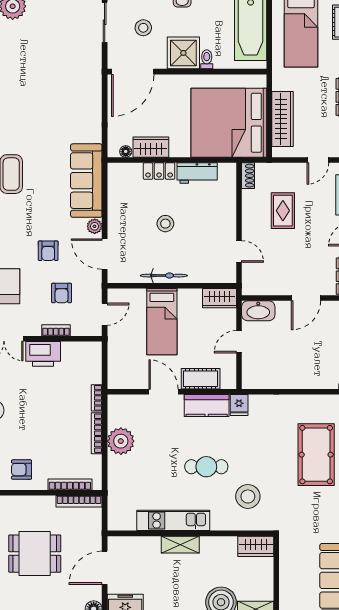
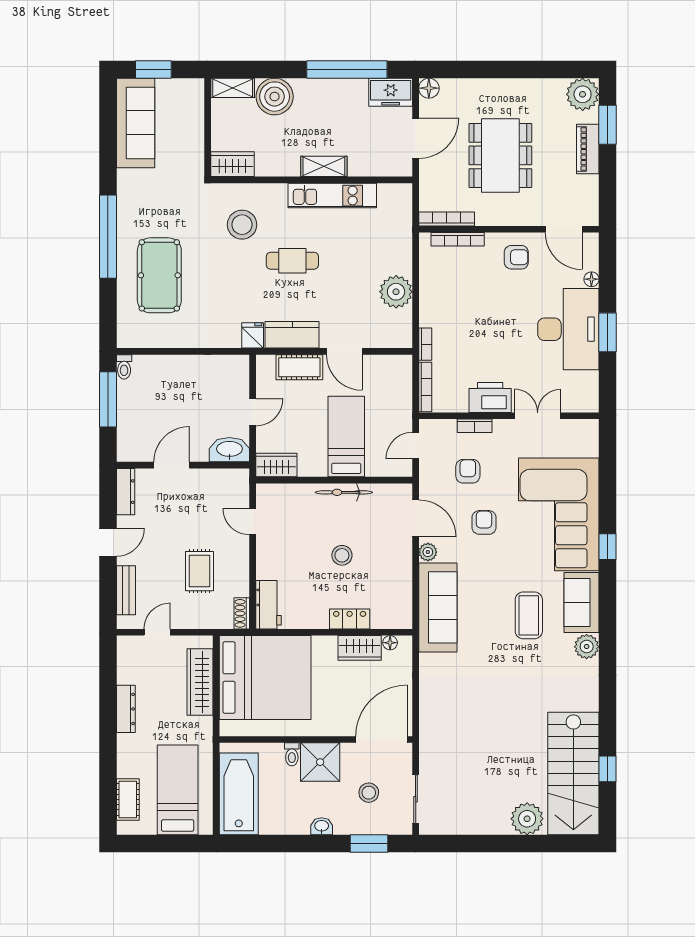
workbench: (197, 173) -> (268, 605), moved, turned 90
bookcase: (97, 433) -> (425, 387), moved
dining table: (35, 554) -> (500, 155), width x1.38

